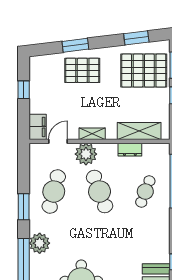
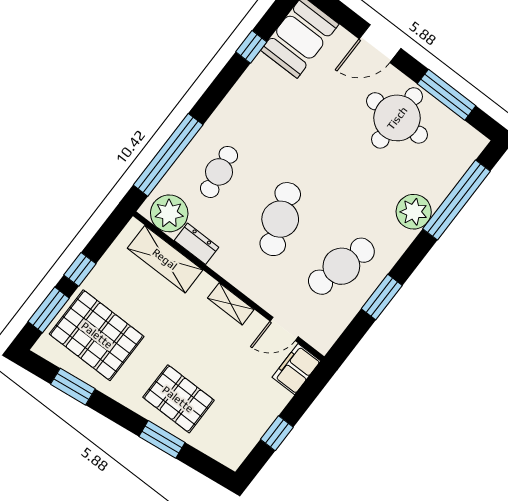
plant: (86, 154) -> (169, 213), moved
cafe table: (145, 192) -> (219, 172), turned -30
window: (24, 207) -> (382, 297), moved

